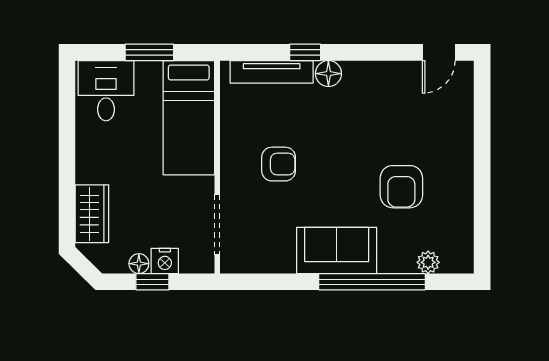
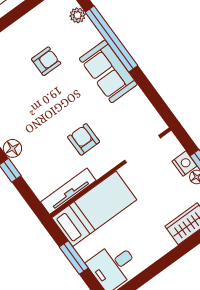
tv unit: (272, 72) -> (68, 191), moved, turned -90
armchair: (401, 187) -> (46, 61), width x0.72, depth x0.72

